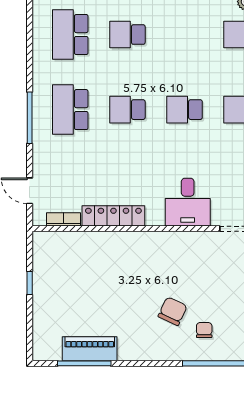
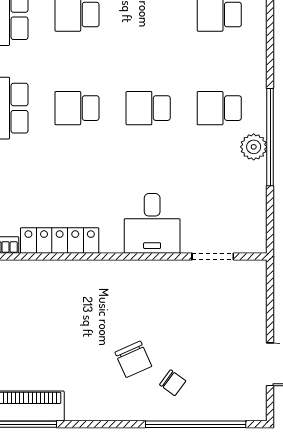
chair: (173, 311) -> (133, 359), turned 131
chair: (204, 330) -> (173, 383), turned 126

